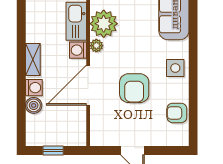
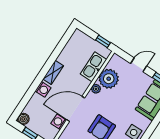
washing machine: (78, 50) -> (59, 122), moved
boiler: (34, 105) -> (23, 119), moved

